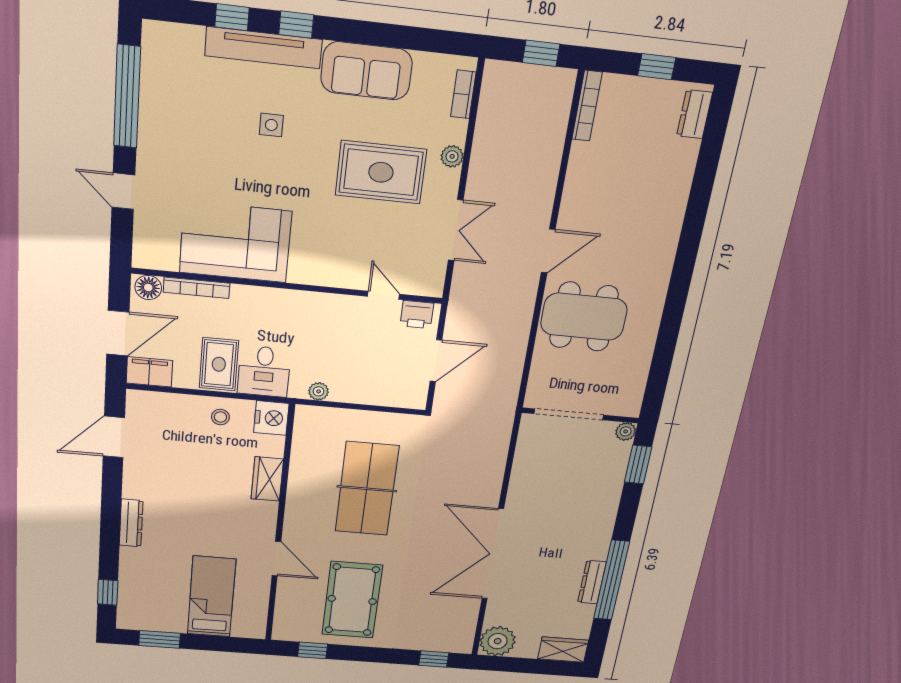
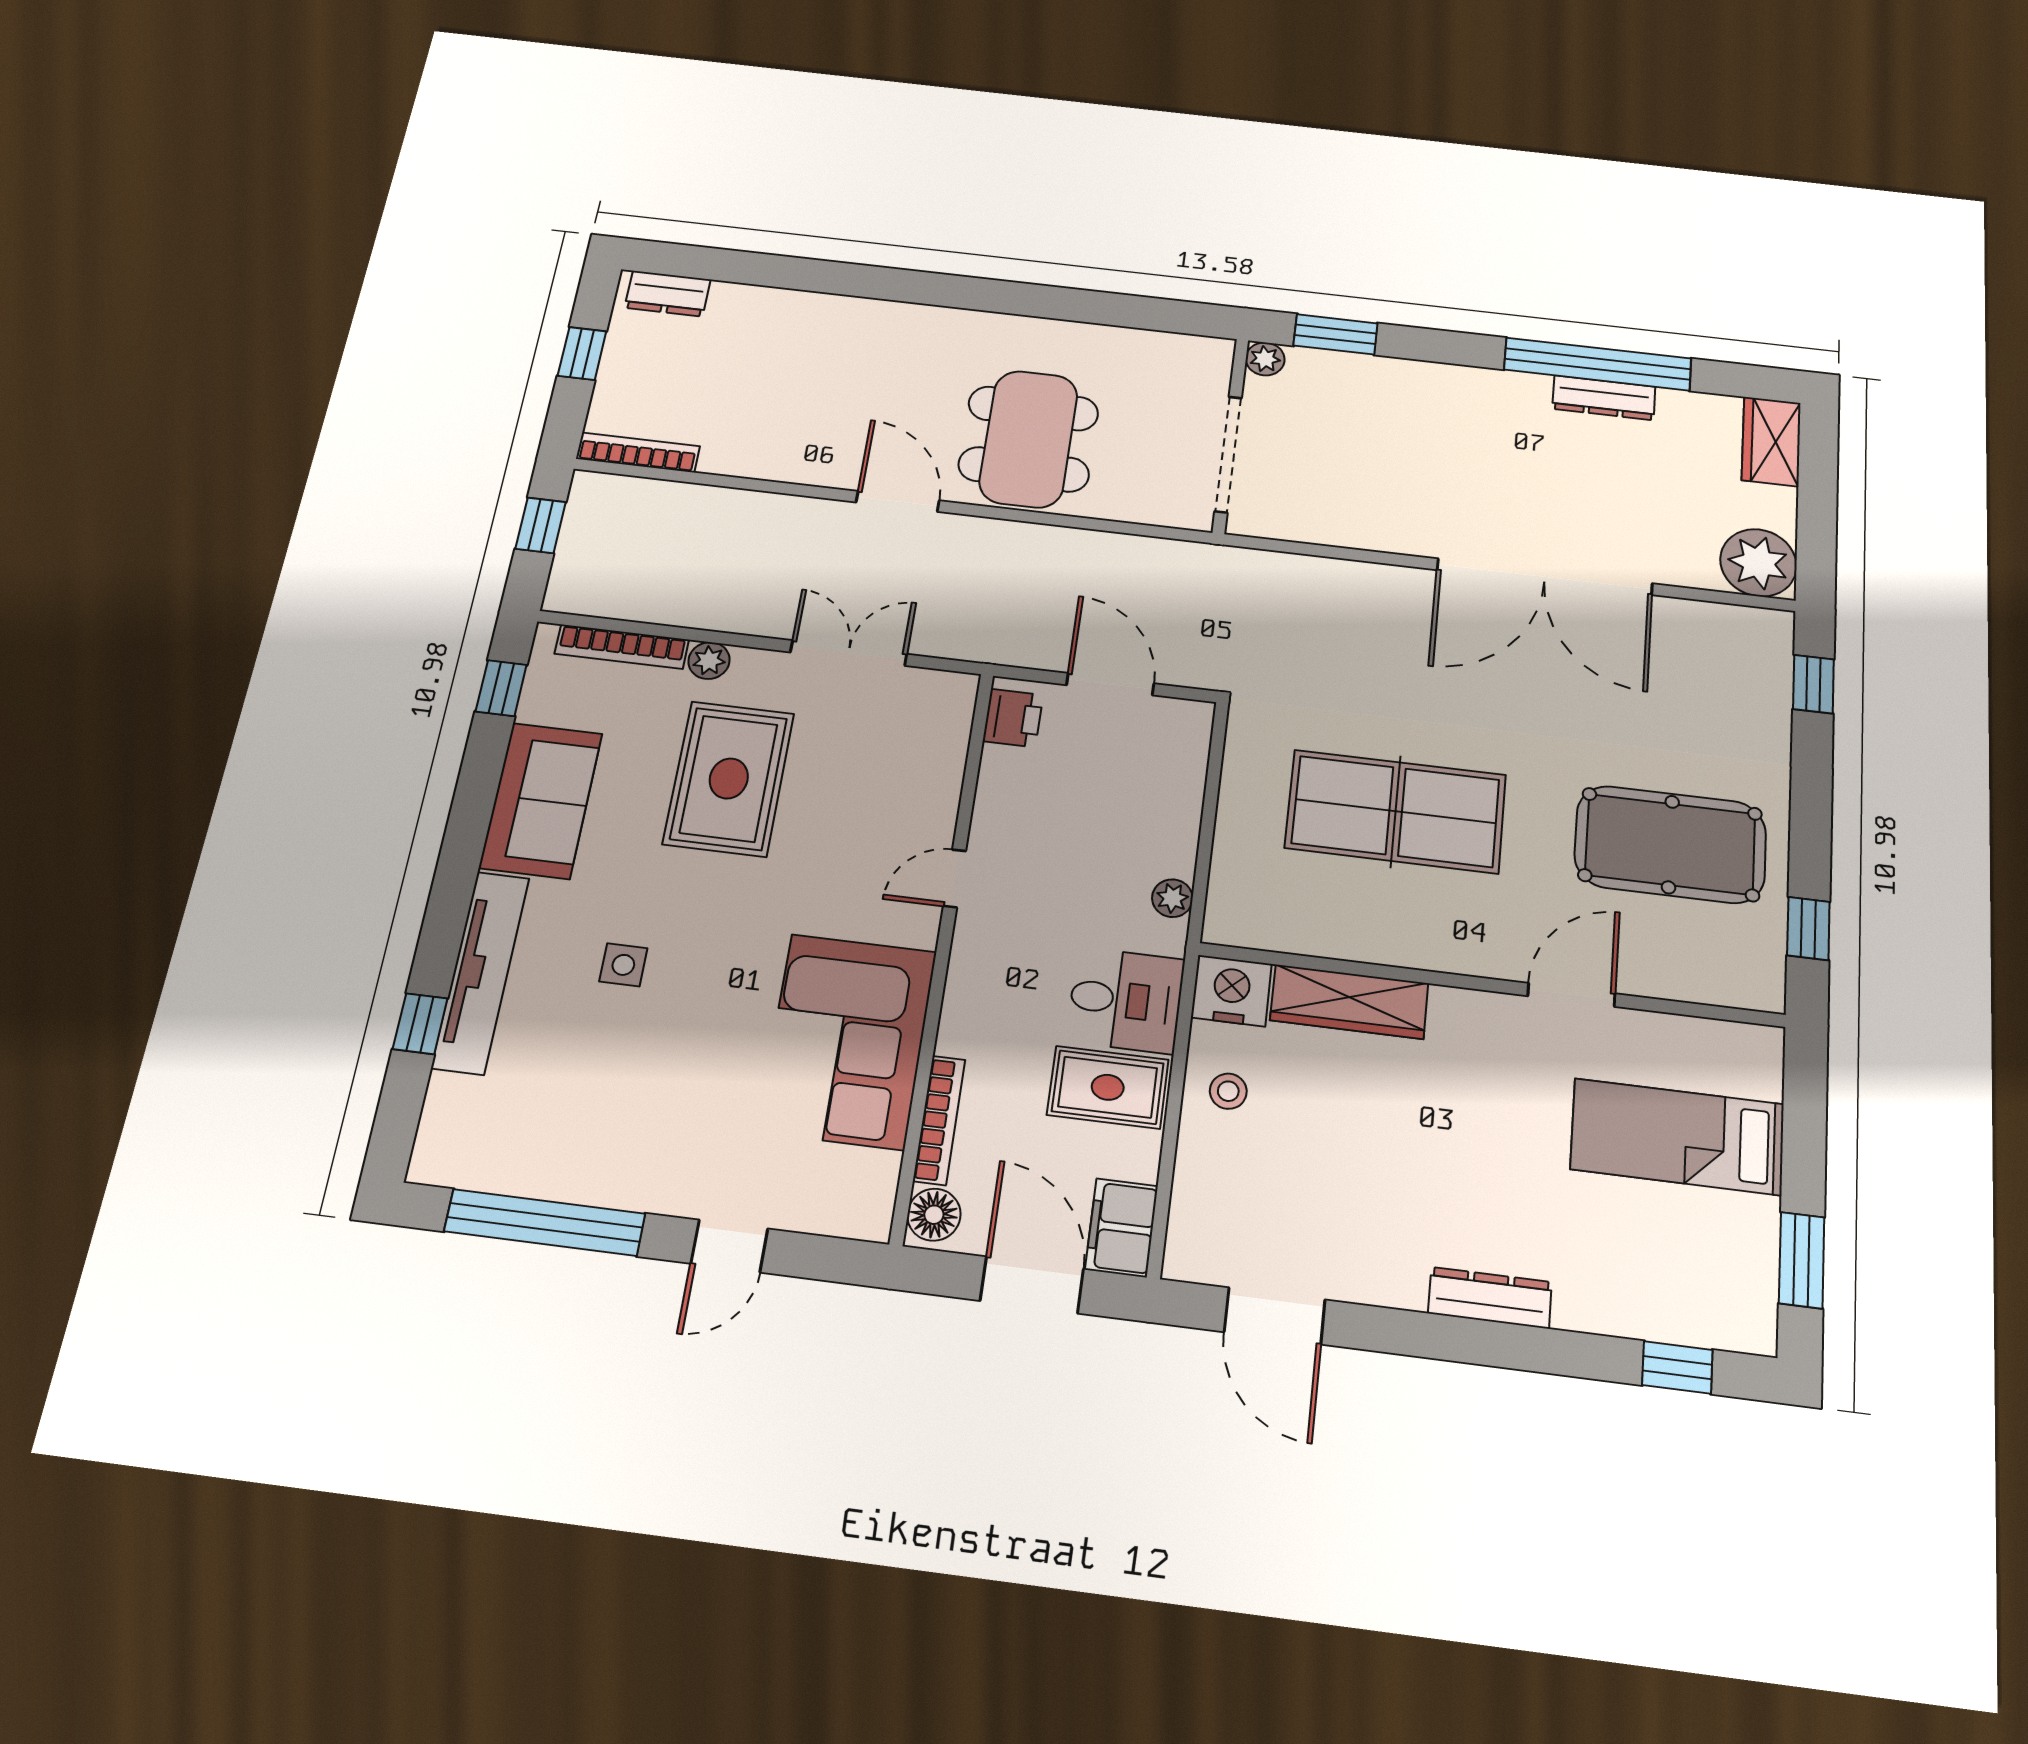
window: (296, 25) -> (501, 688), moved
bookcase: (463, 94) -> (622, 647), width x1.56
door: (384, 295) -> (955, 878), moved
wardrobe: (267, 479) -> (1349, 1002), width x1.50

